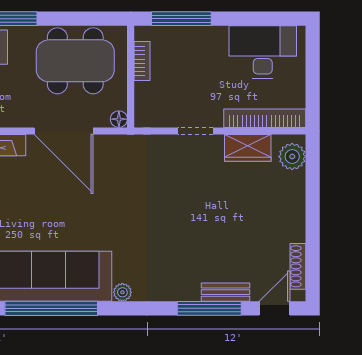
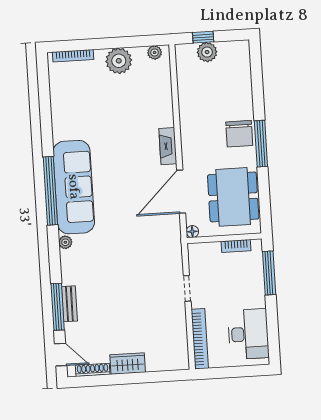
wardrobe: (248, 148) -> (128, 363), moved, turned 90
plant: (292, 157) -> (173, 361), removed
bench: (225, 292) -> (69, 304), moved

